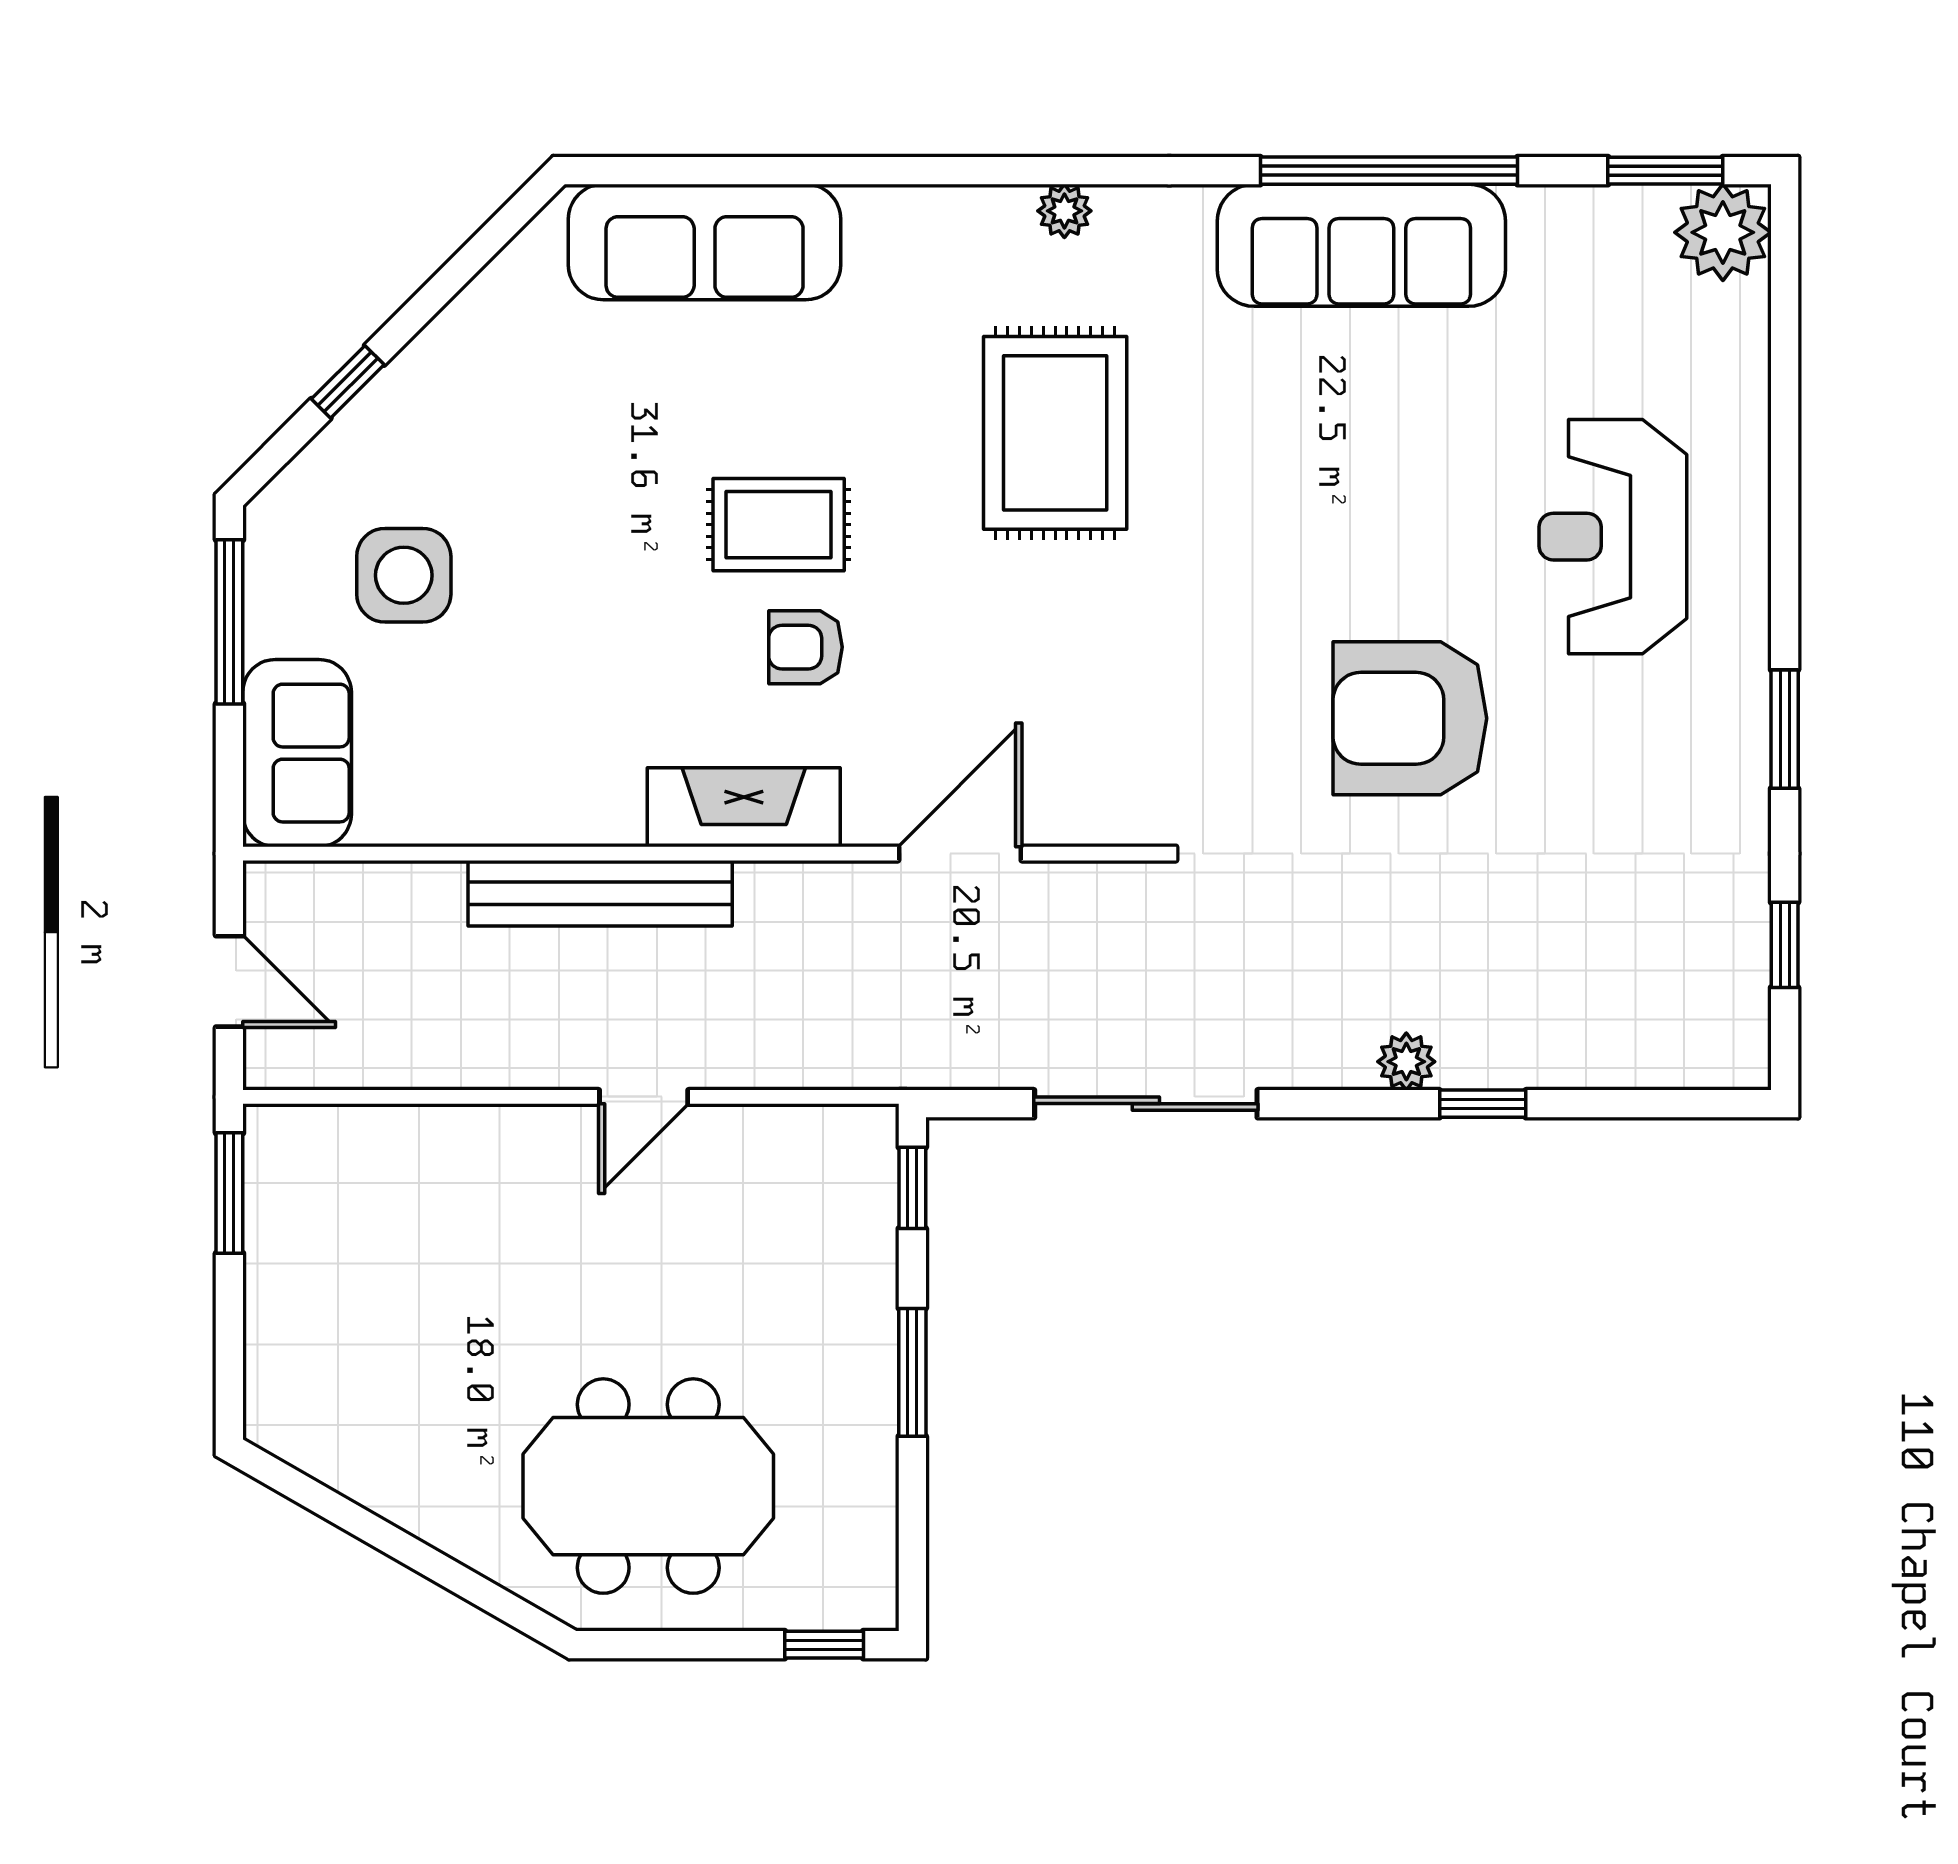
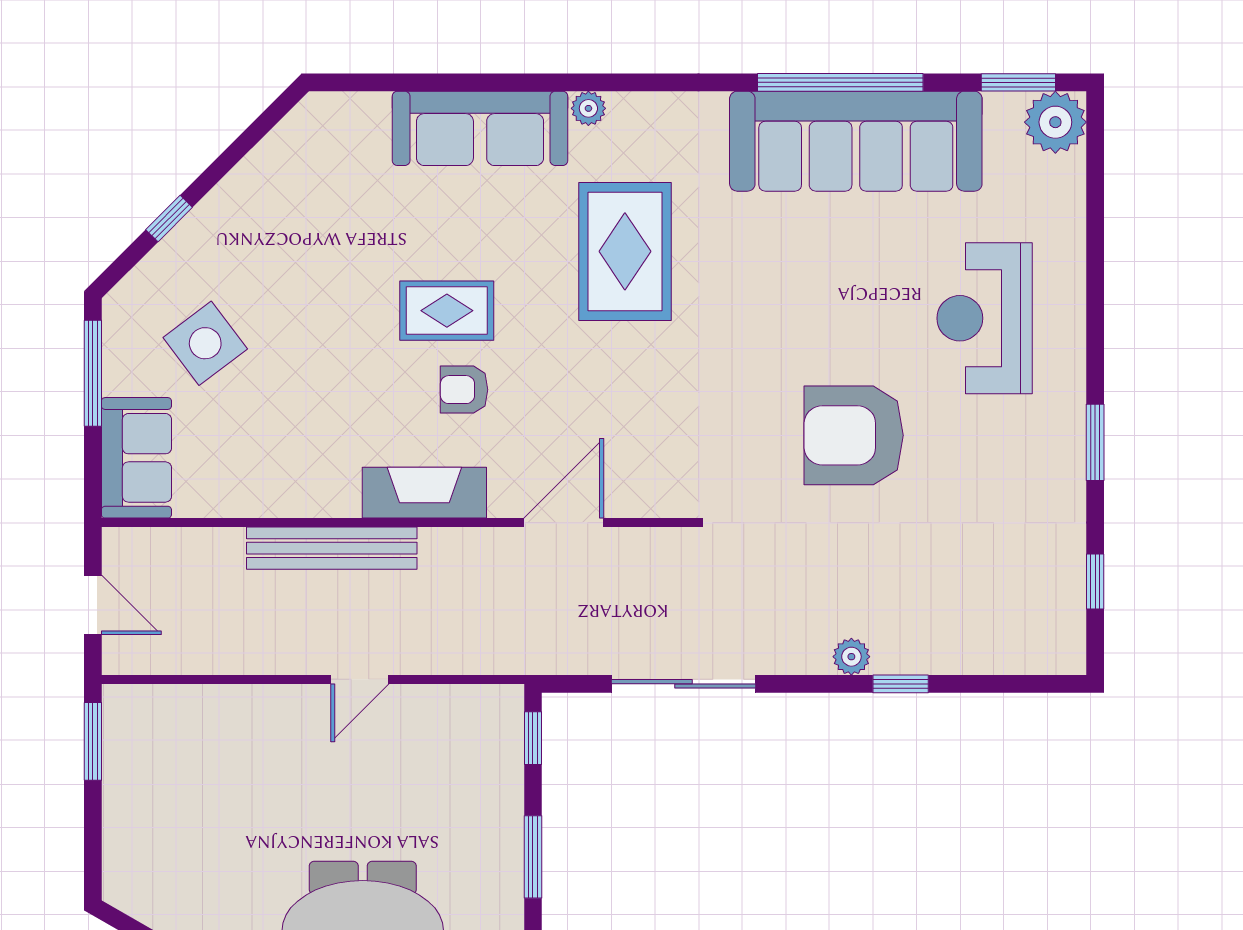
plant: (1064, 211) -> (588, 108), moved
sofa: (705, 242) -> (480, 128), moved
sofa: (1361, 245) -> (856, 141), width x1.36, depth x1.27
side table: (404, 575) -> (205, 343), turned -37

